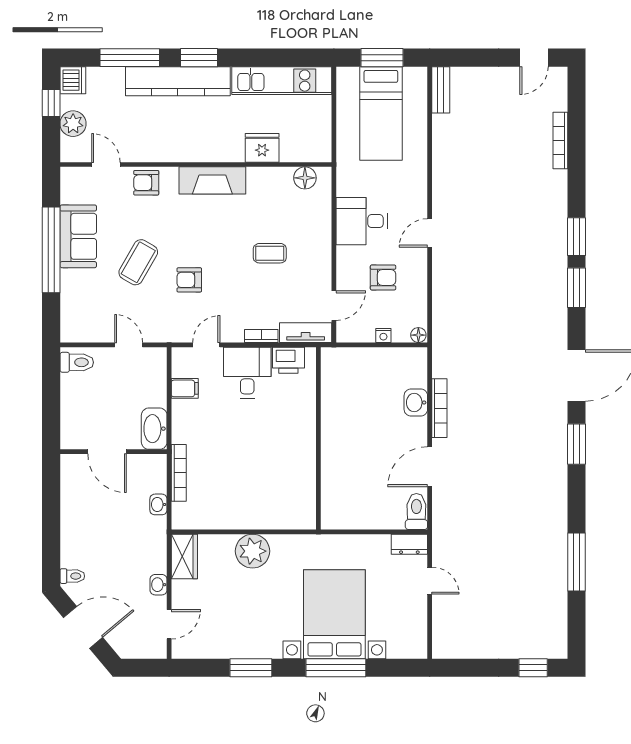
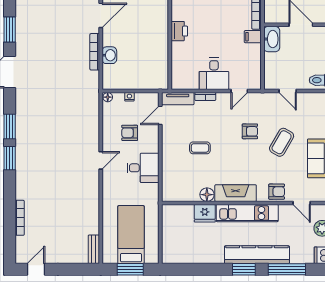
kitchen unit: (282, 81) -> (247, 213), moved, turned 180
floor lamp: (305, 178) -> (207, 195), moved
printer: (288, 360) -> (179, 31), moved, turned 90
filing cabinet: (185, 388) -> (253, 37), moved

